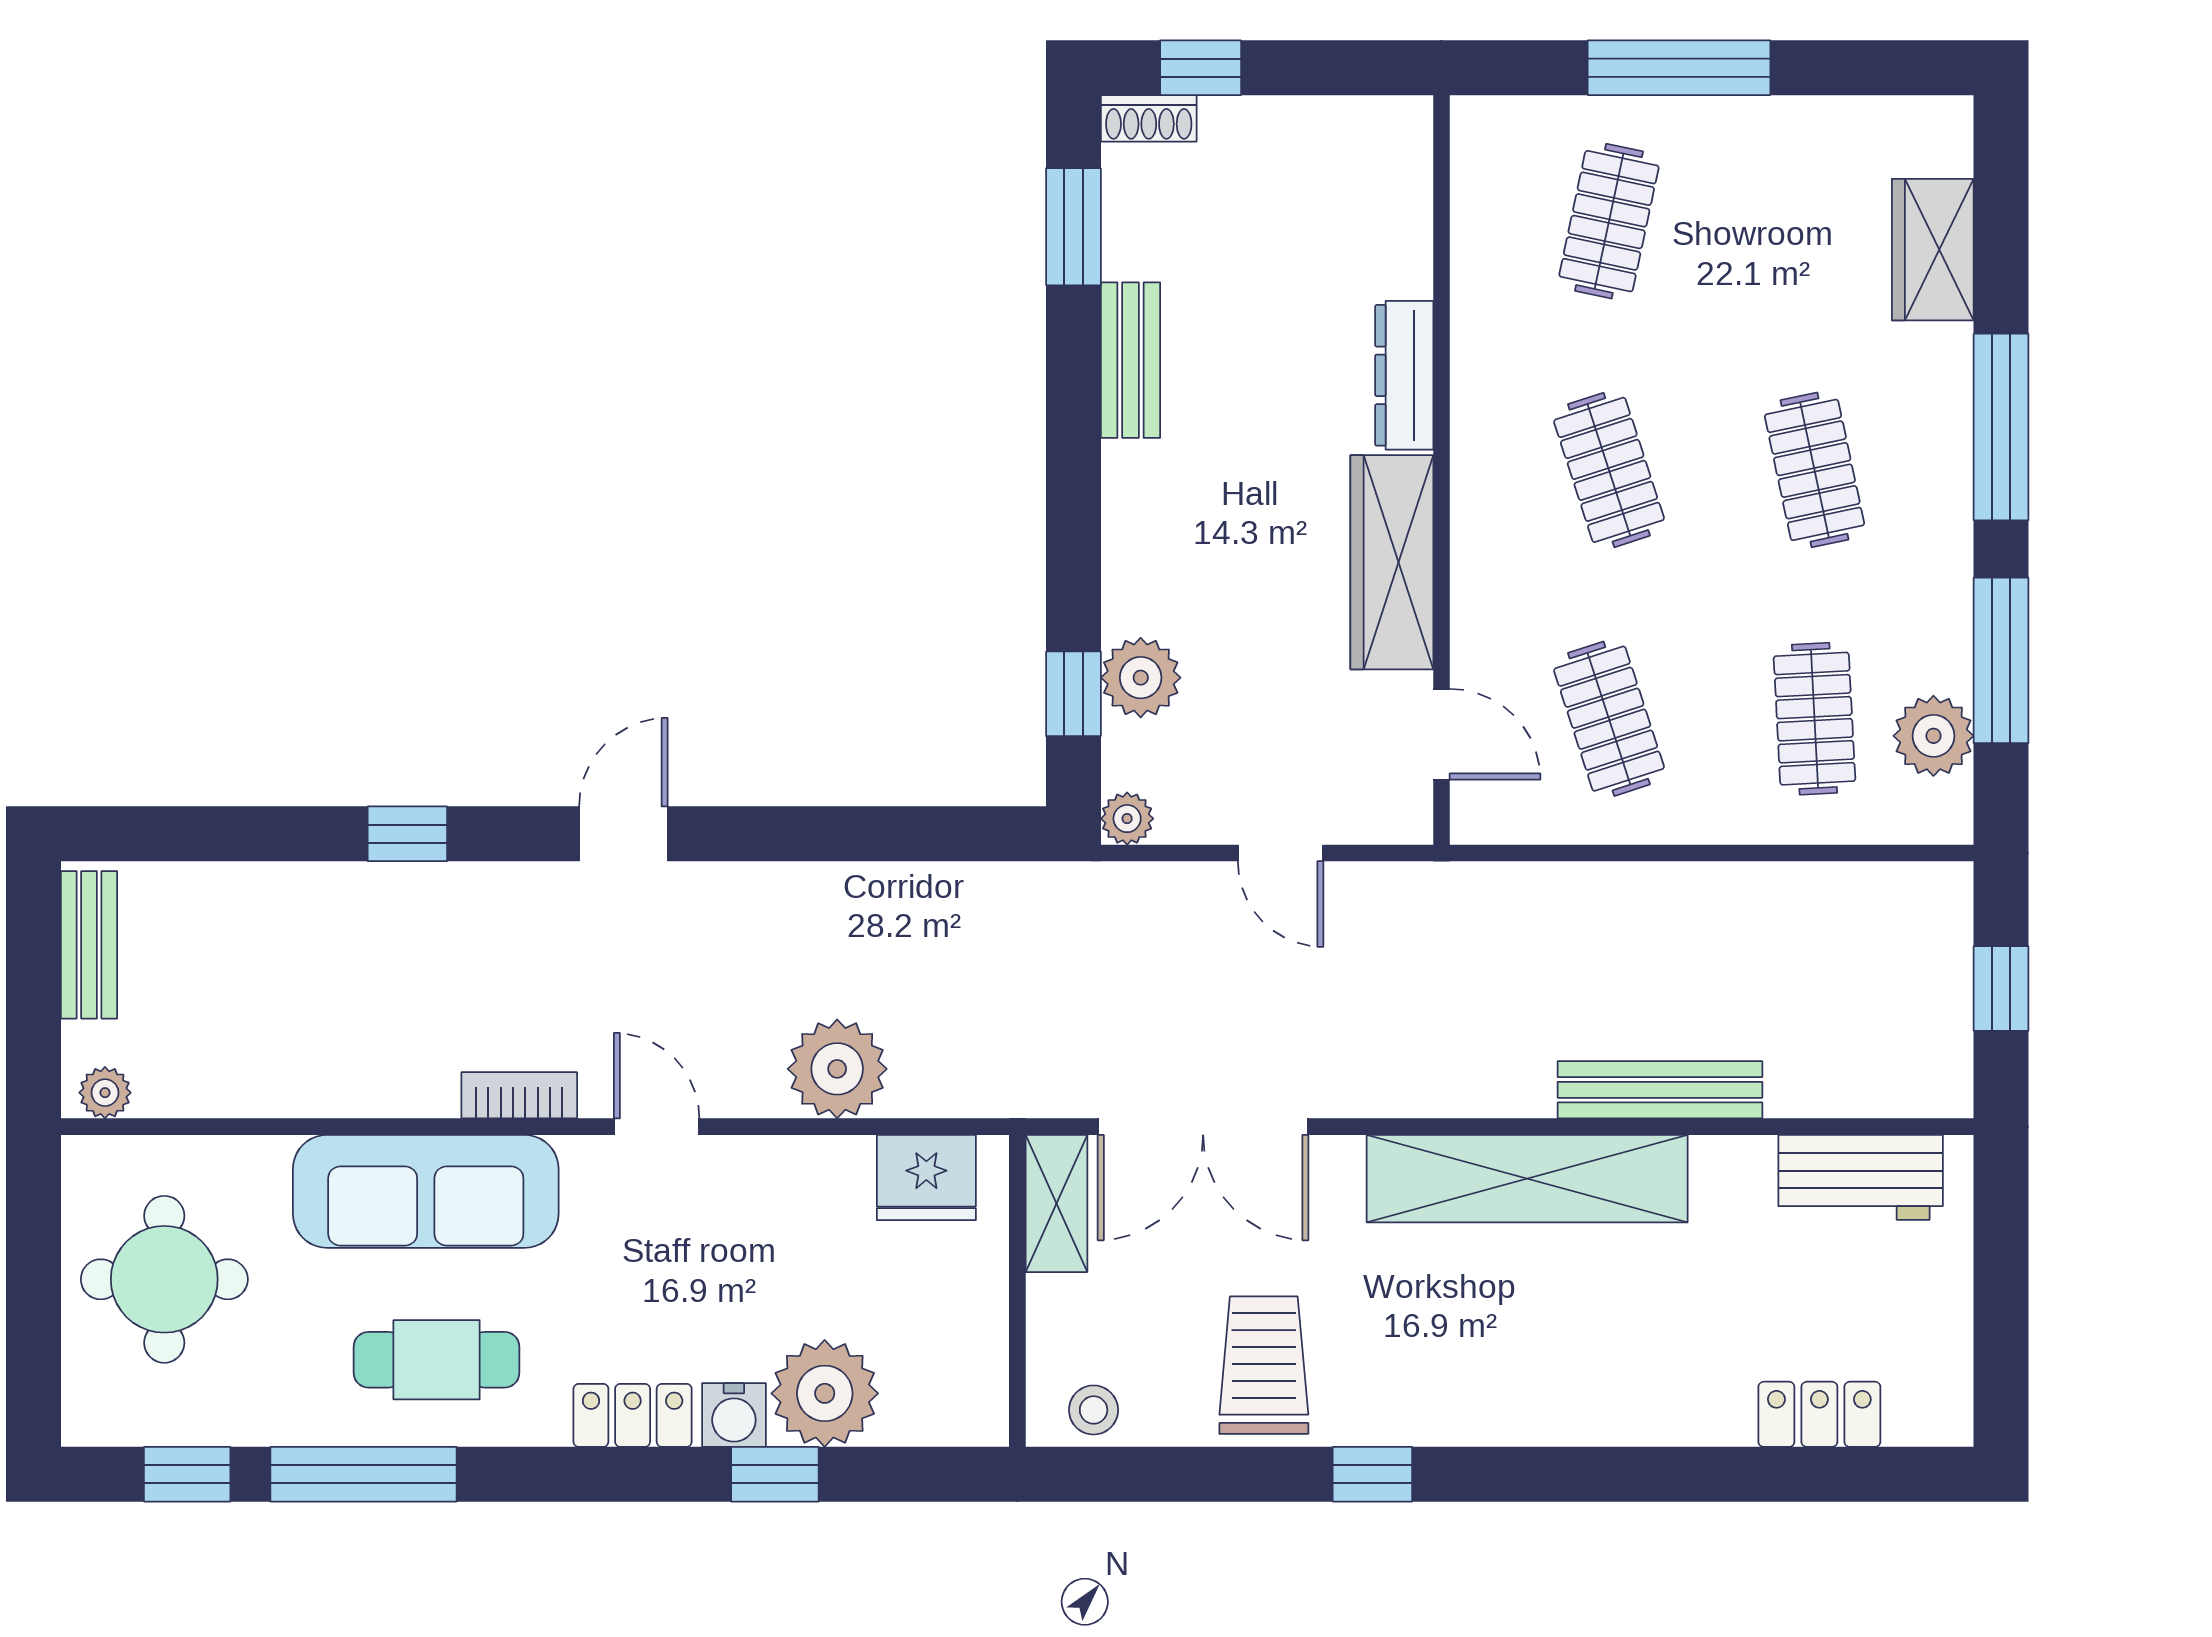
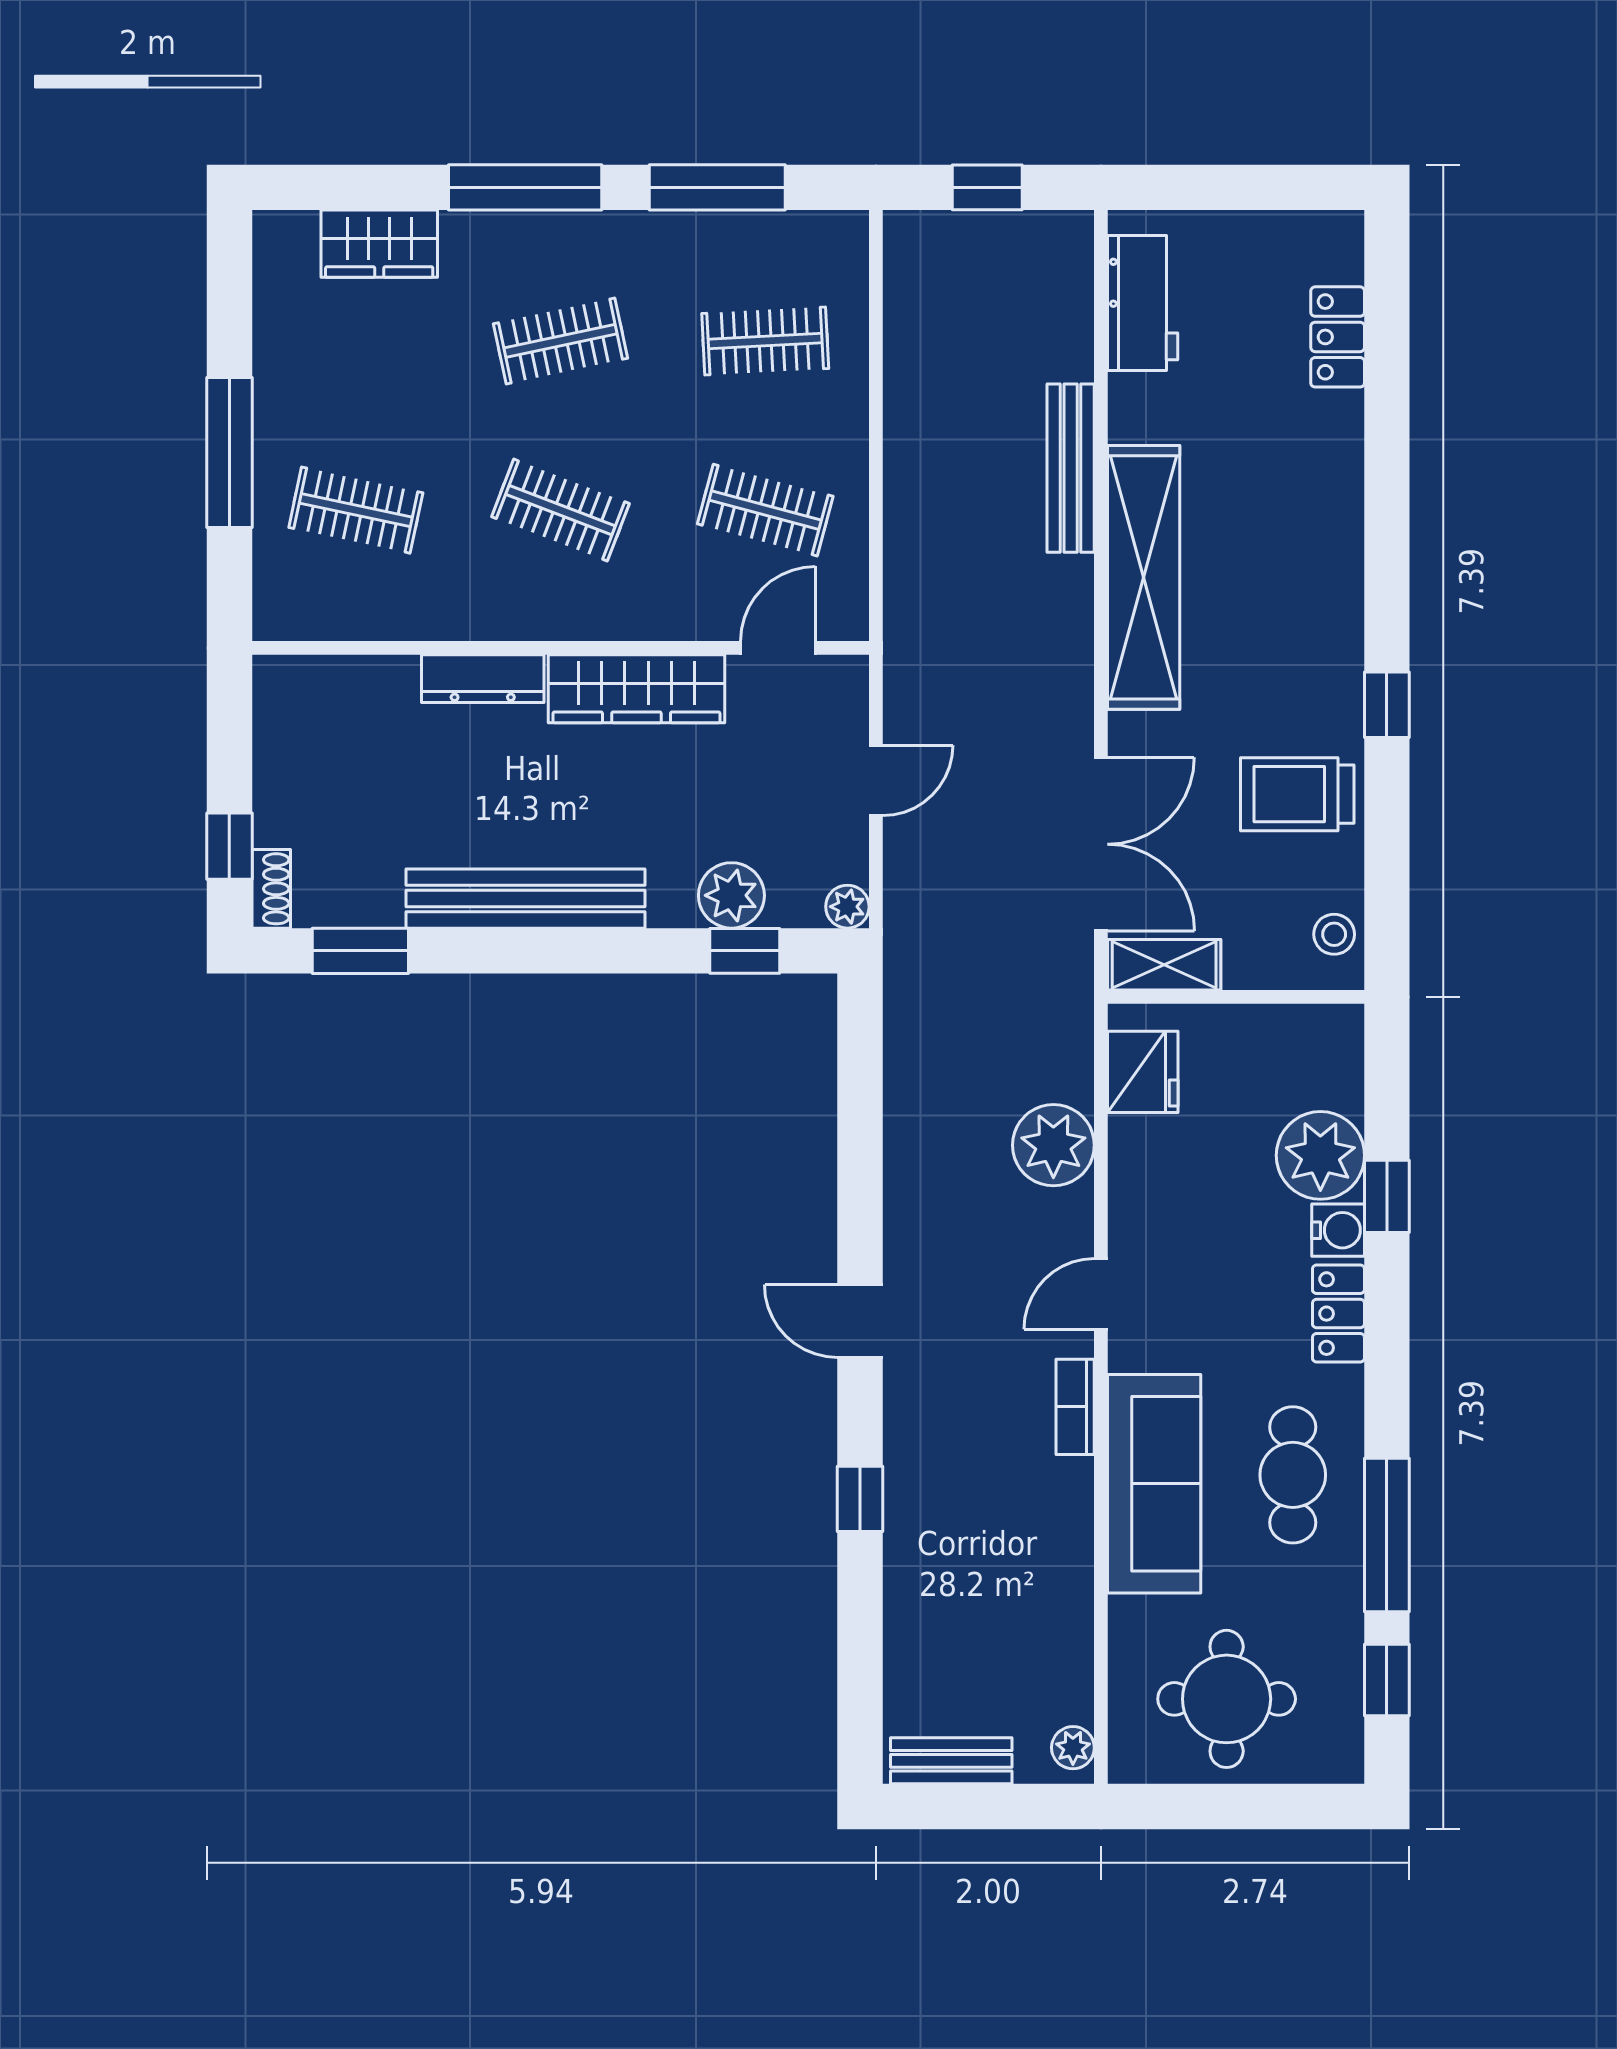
bench: (1131, 360) -> (525, 899), width x1.86, depth x1.21
clothes rail: (1609, 470) -> (561, 510), turned 39
clothes rail: (1609, 719) -> (765, 510), turned 33
plant: (1933, 736) -> (779, 243), removed

